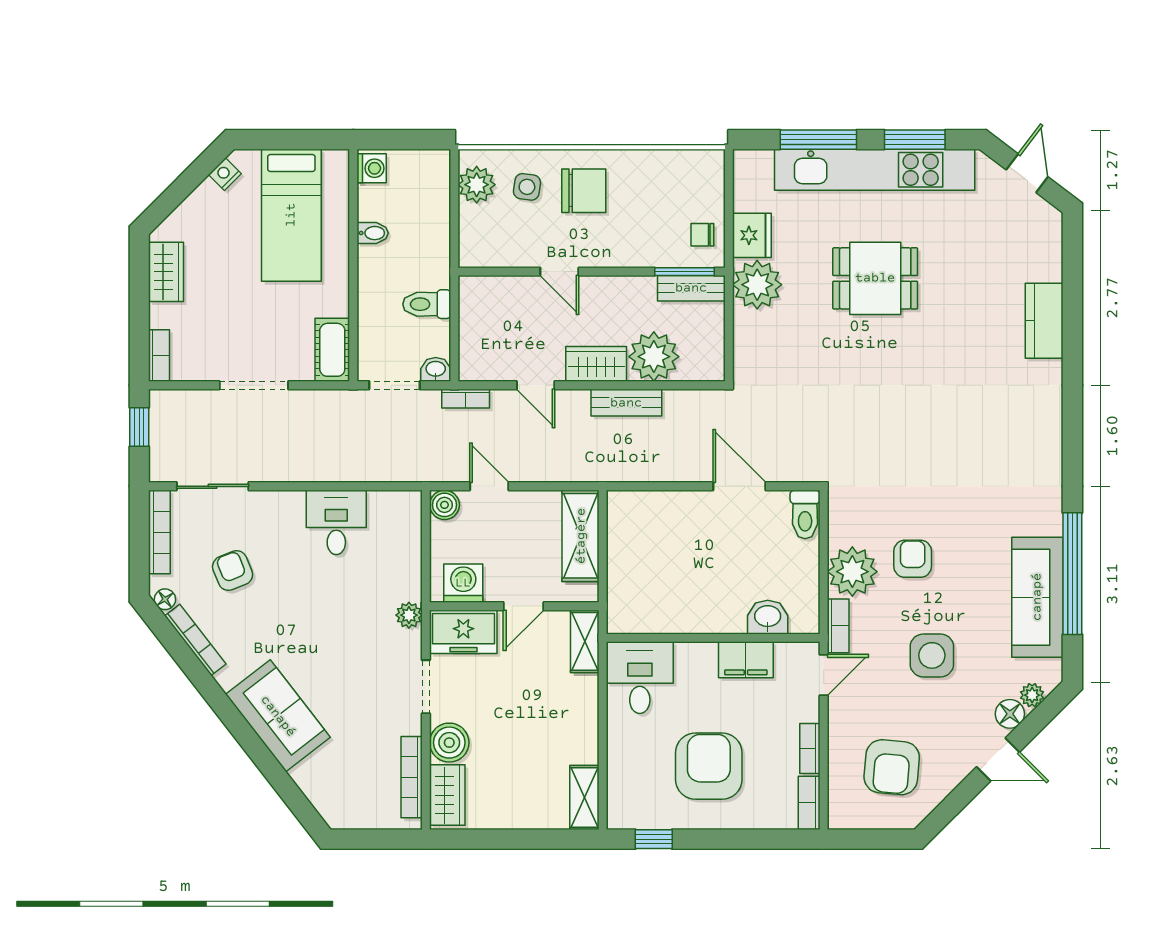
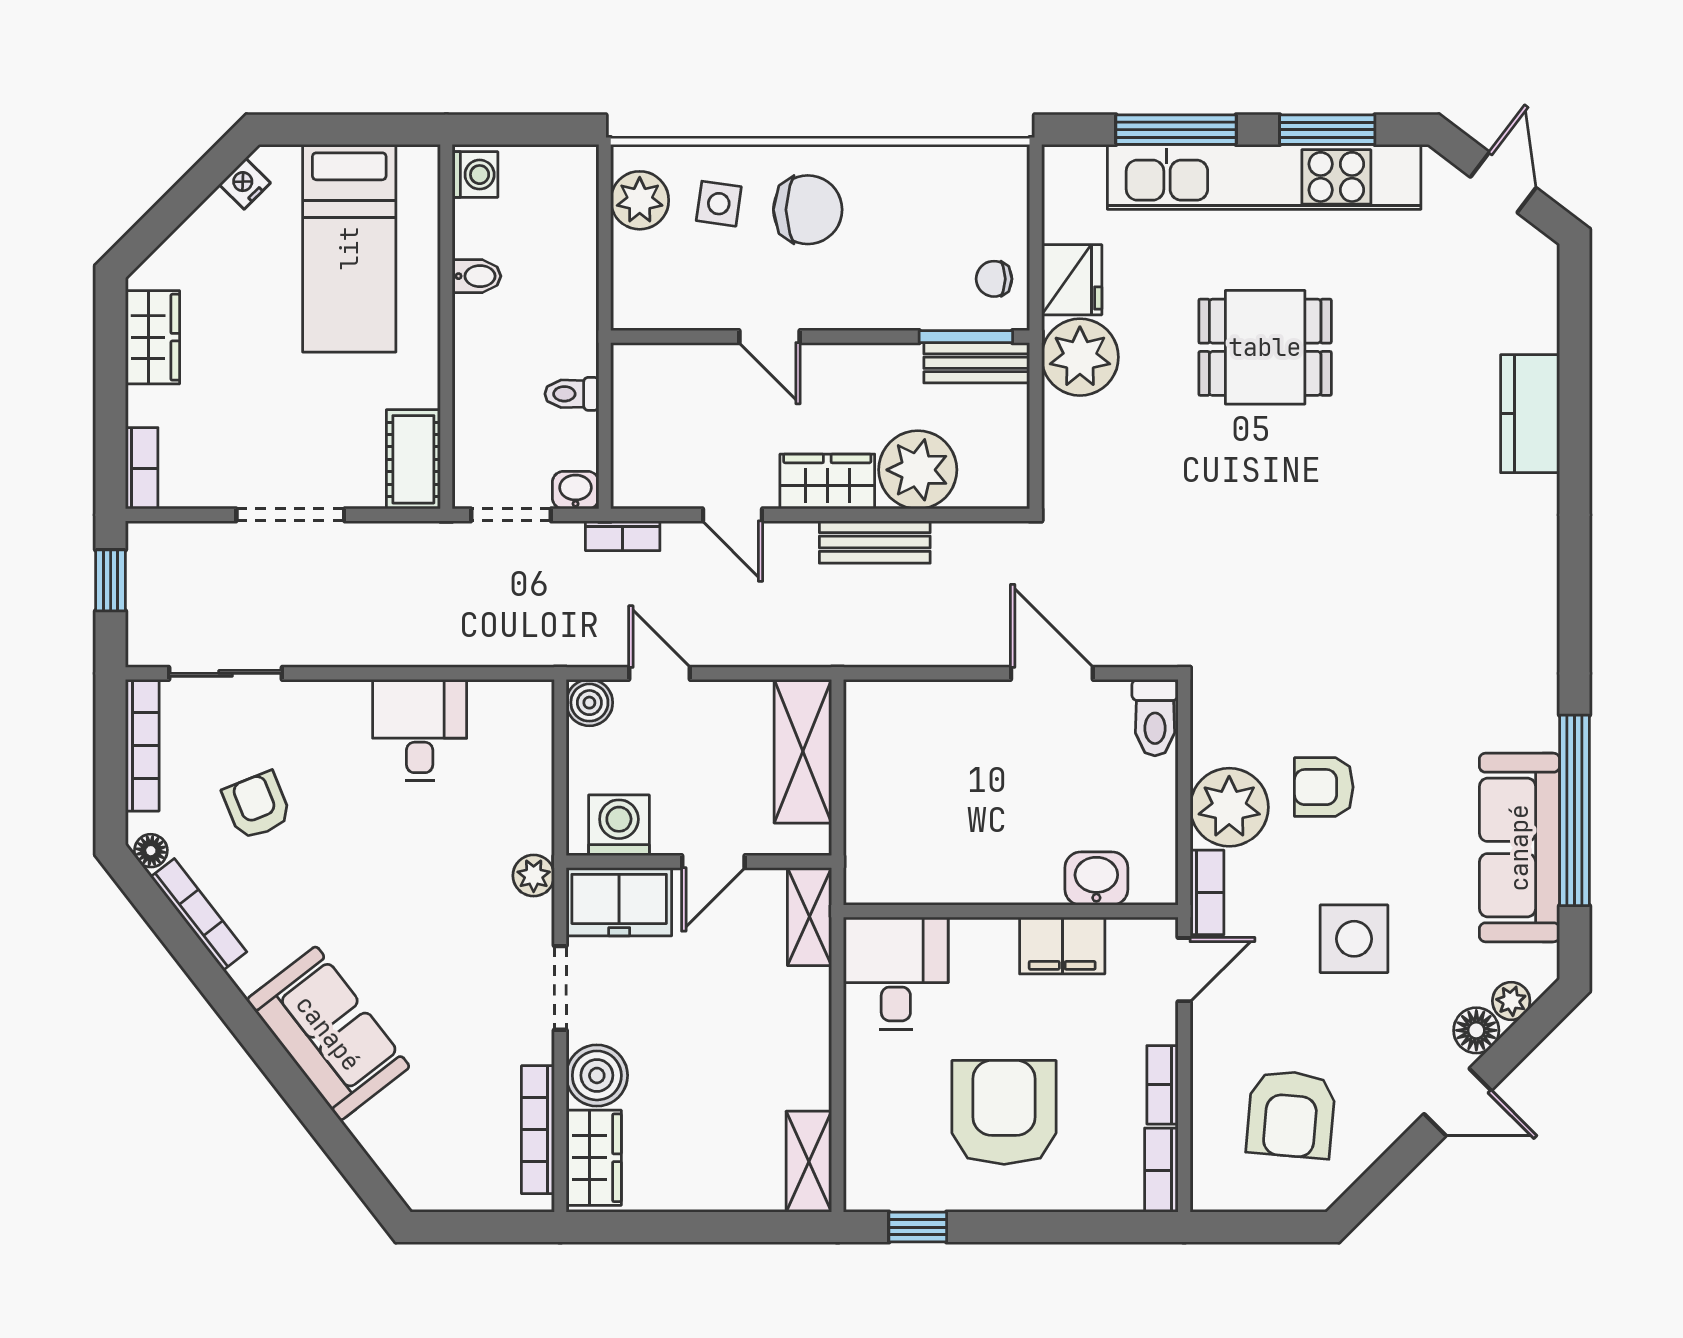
toilet: (427, 304) -> (572, 394), width x0.73, depth x0.72
armchair: (913, 559) -> (1324, 787), turned -90

